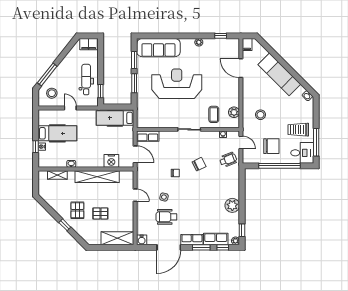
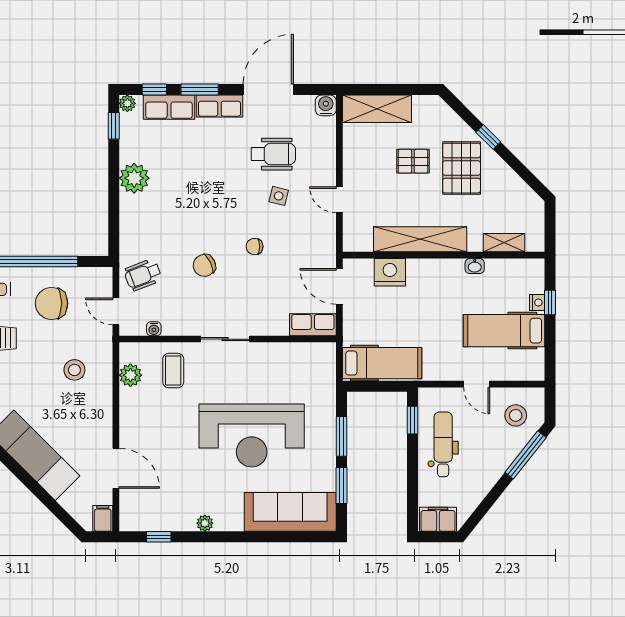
dental chair: (86, 80) -> (443, 444), turned 180
pallet: (77, 210) -> (462, 168), width x1.50, depth x1.42

